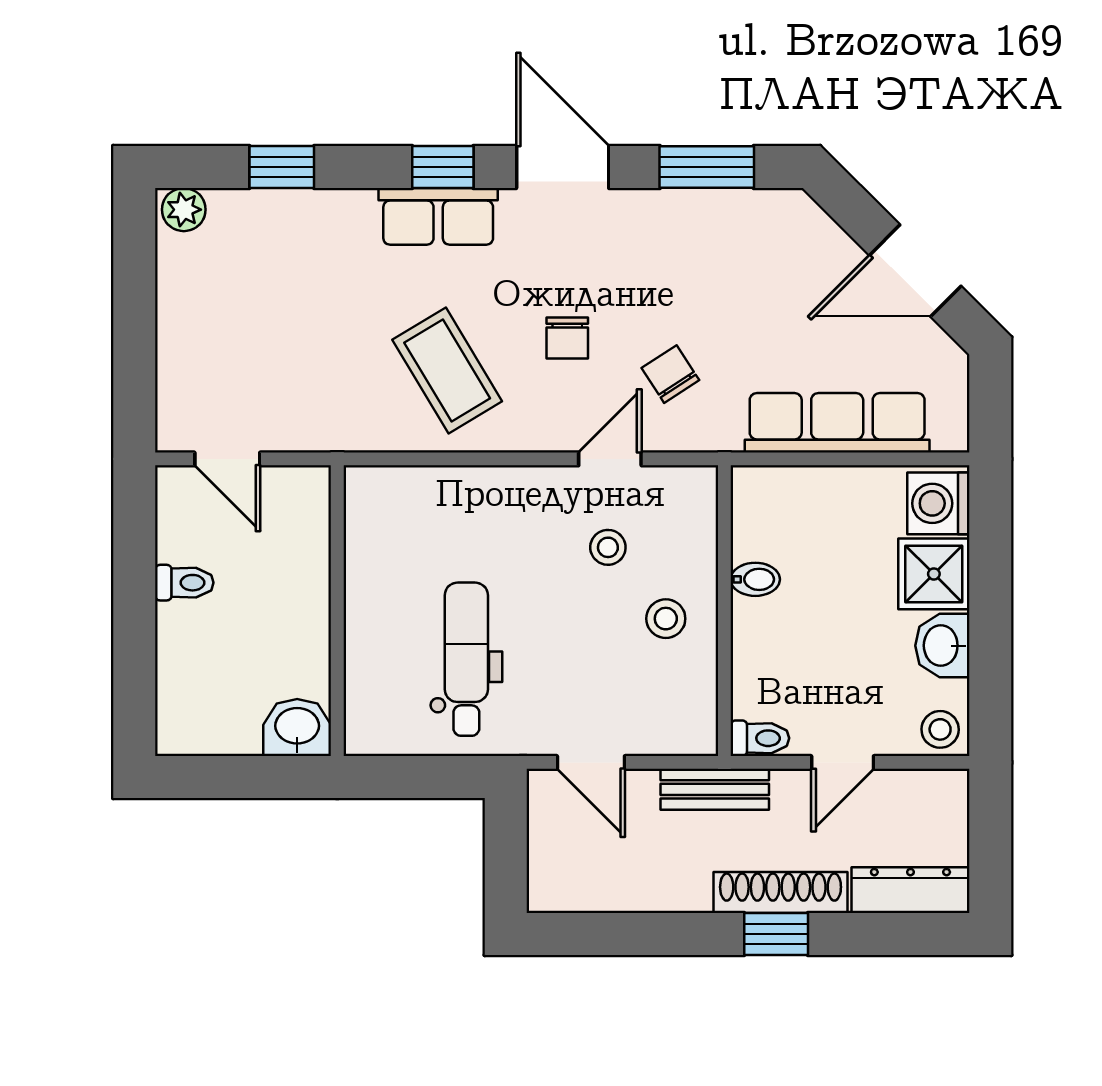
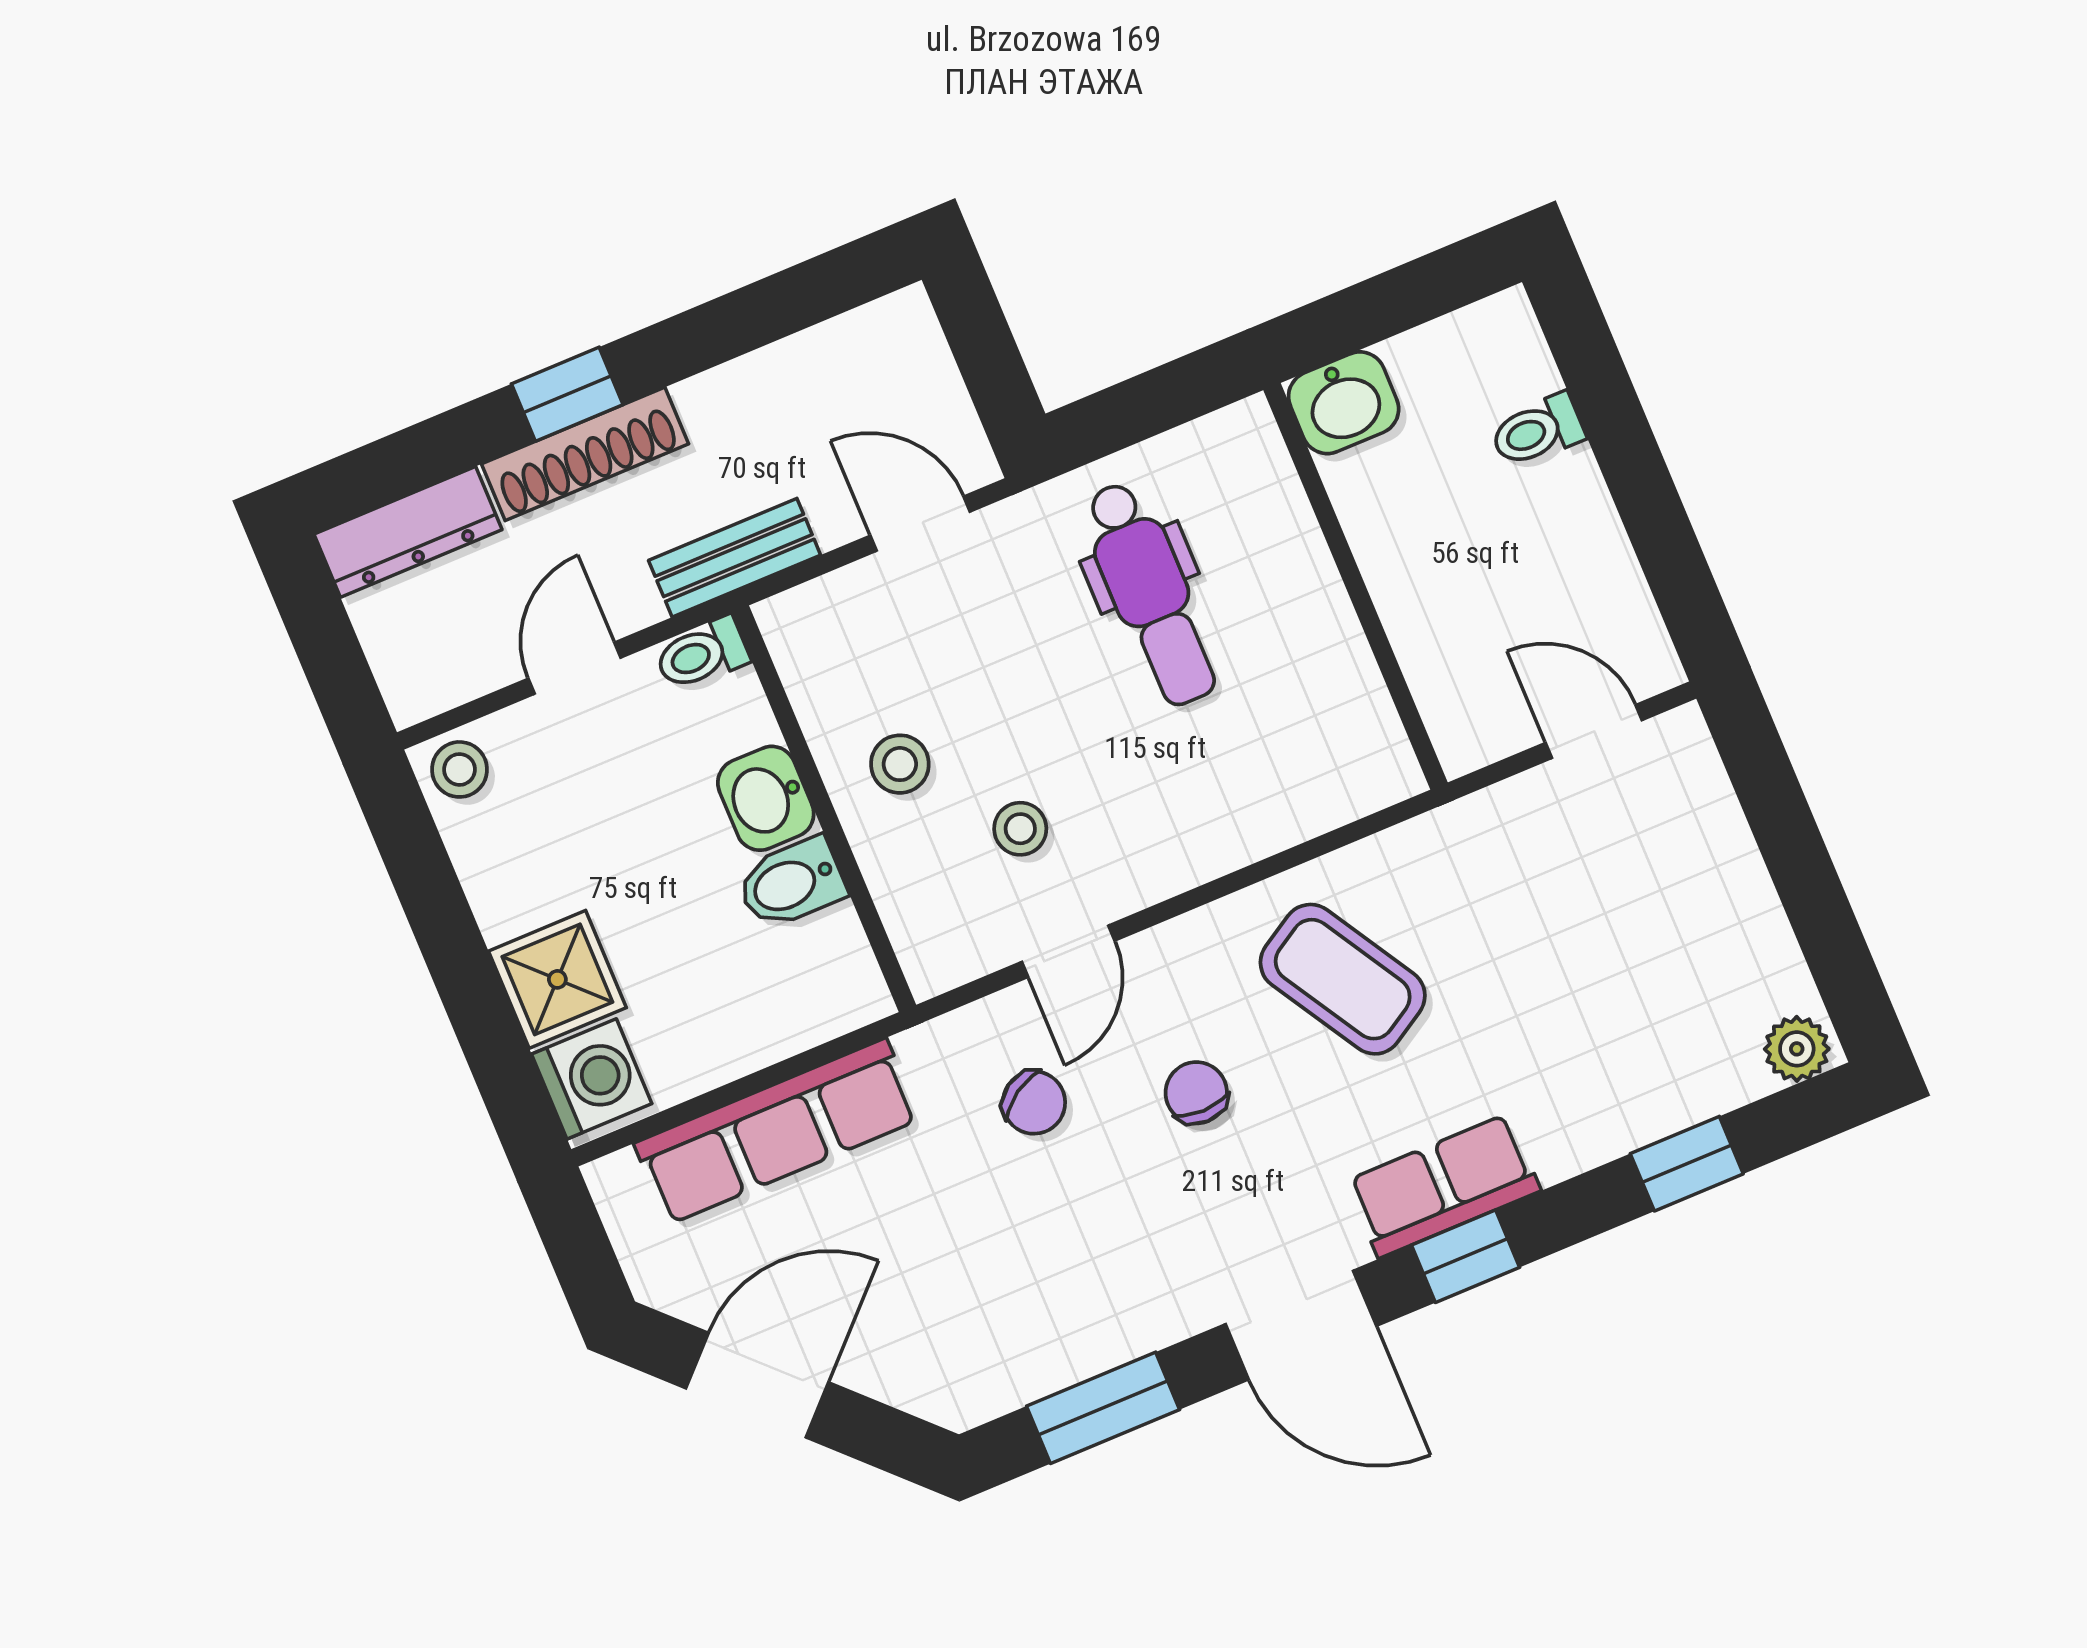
bidet: (755, 579) -> (791, 883), width x1.38, depth x1.36
toilet: (184, 583) -> (1537, 431), moved
washbasin: (942, 646) -> (766, 798), moved, turned 180

